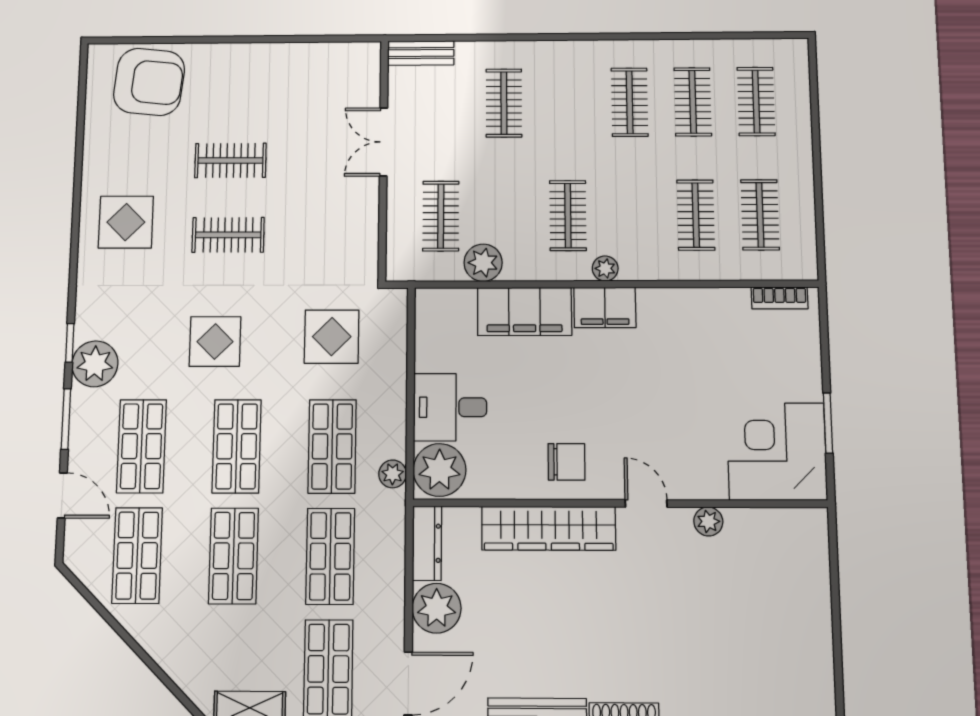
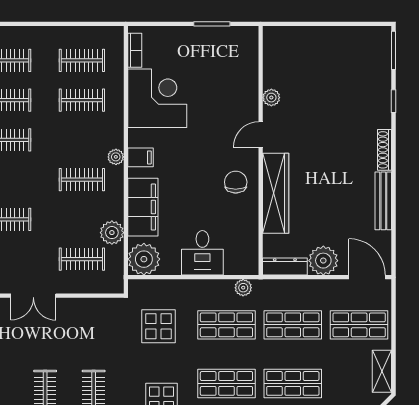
filing cabinet: (605, 308) -> (140, 157), width x0.50
corner desk: (777, 451) -> (157, 98), moved, turned 180
plant: (439, 470) -> (144, 259), moved

